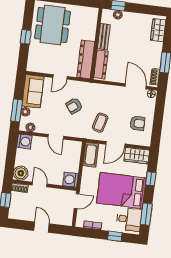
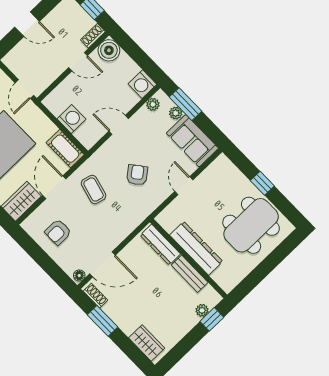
dining table: (53, 25) -> (251, 225), turned 90
dresser: (86, 59) -> (196, 248), moved
washing machine: (71, 180) -> (71, 119), moved

